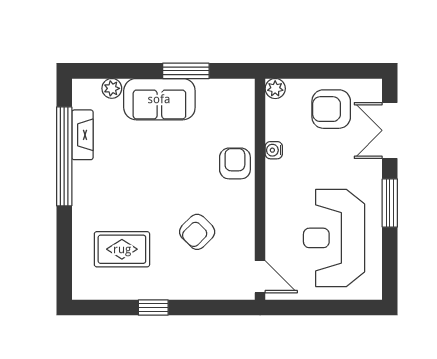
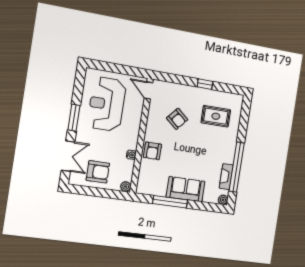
window: (186, 71) -> (170, 202), width x1.44
plant: (112, 88) -> (223, 200), moved
armchair: (197, 232) -> (177, 119), turned 86
reception desk: (334, 238) -> (107, 104), turned 180

